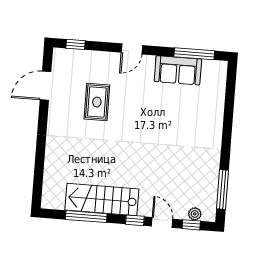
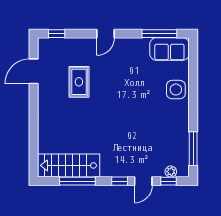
sofa: (178, 70) -> (169, 49), moved
side table: (208, 120) -> (176, 90), added
stairs: (102, 200) -> (69, 165), moved
door: (162, 223) -> (143, 181), swing flipped

